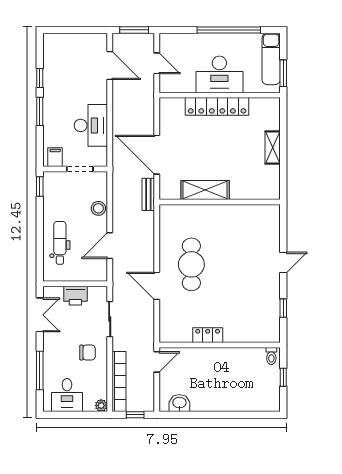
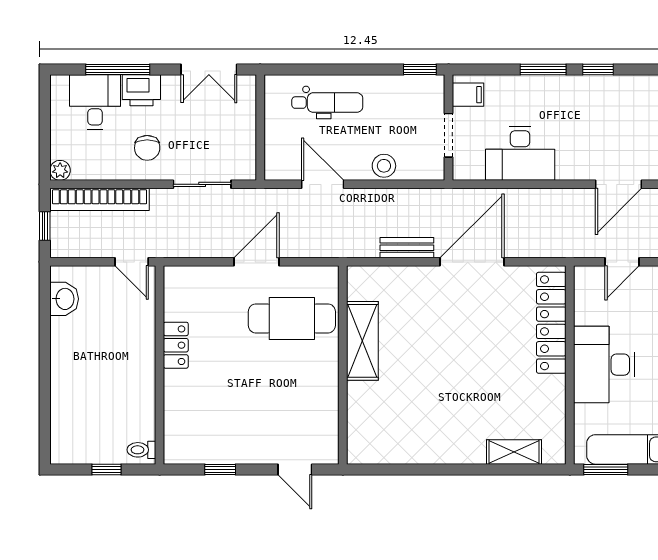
locker: (217, 106) -> (551, 323), moved
shelving: (273, 147) -> (514, 452), moved
shelving: (205, 190) -> (362, 341), moved
wall: (220, 202) -> (343, 365), moved
printer: (75, 296) -> (141, 90), moved, turned -90
desk: (67, 395) -> (95, 102), moved, turned 90

